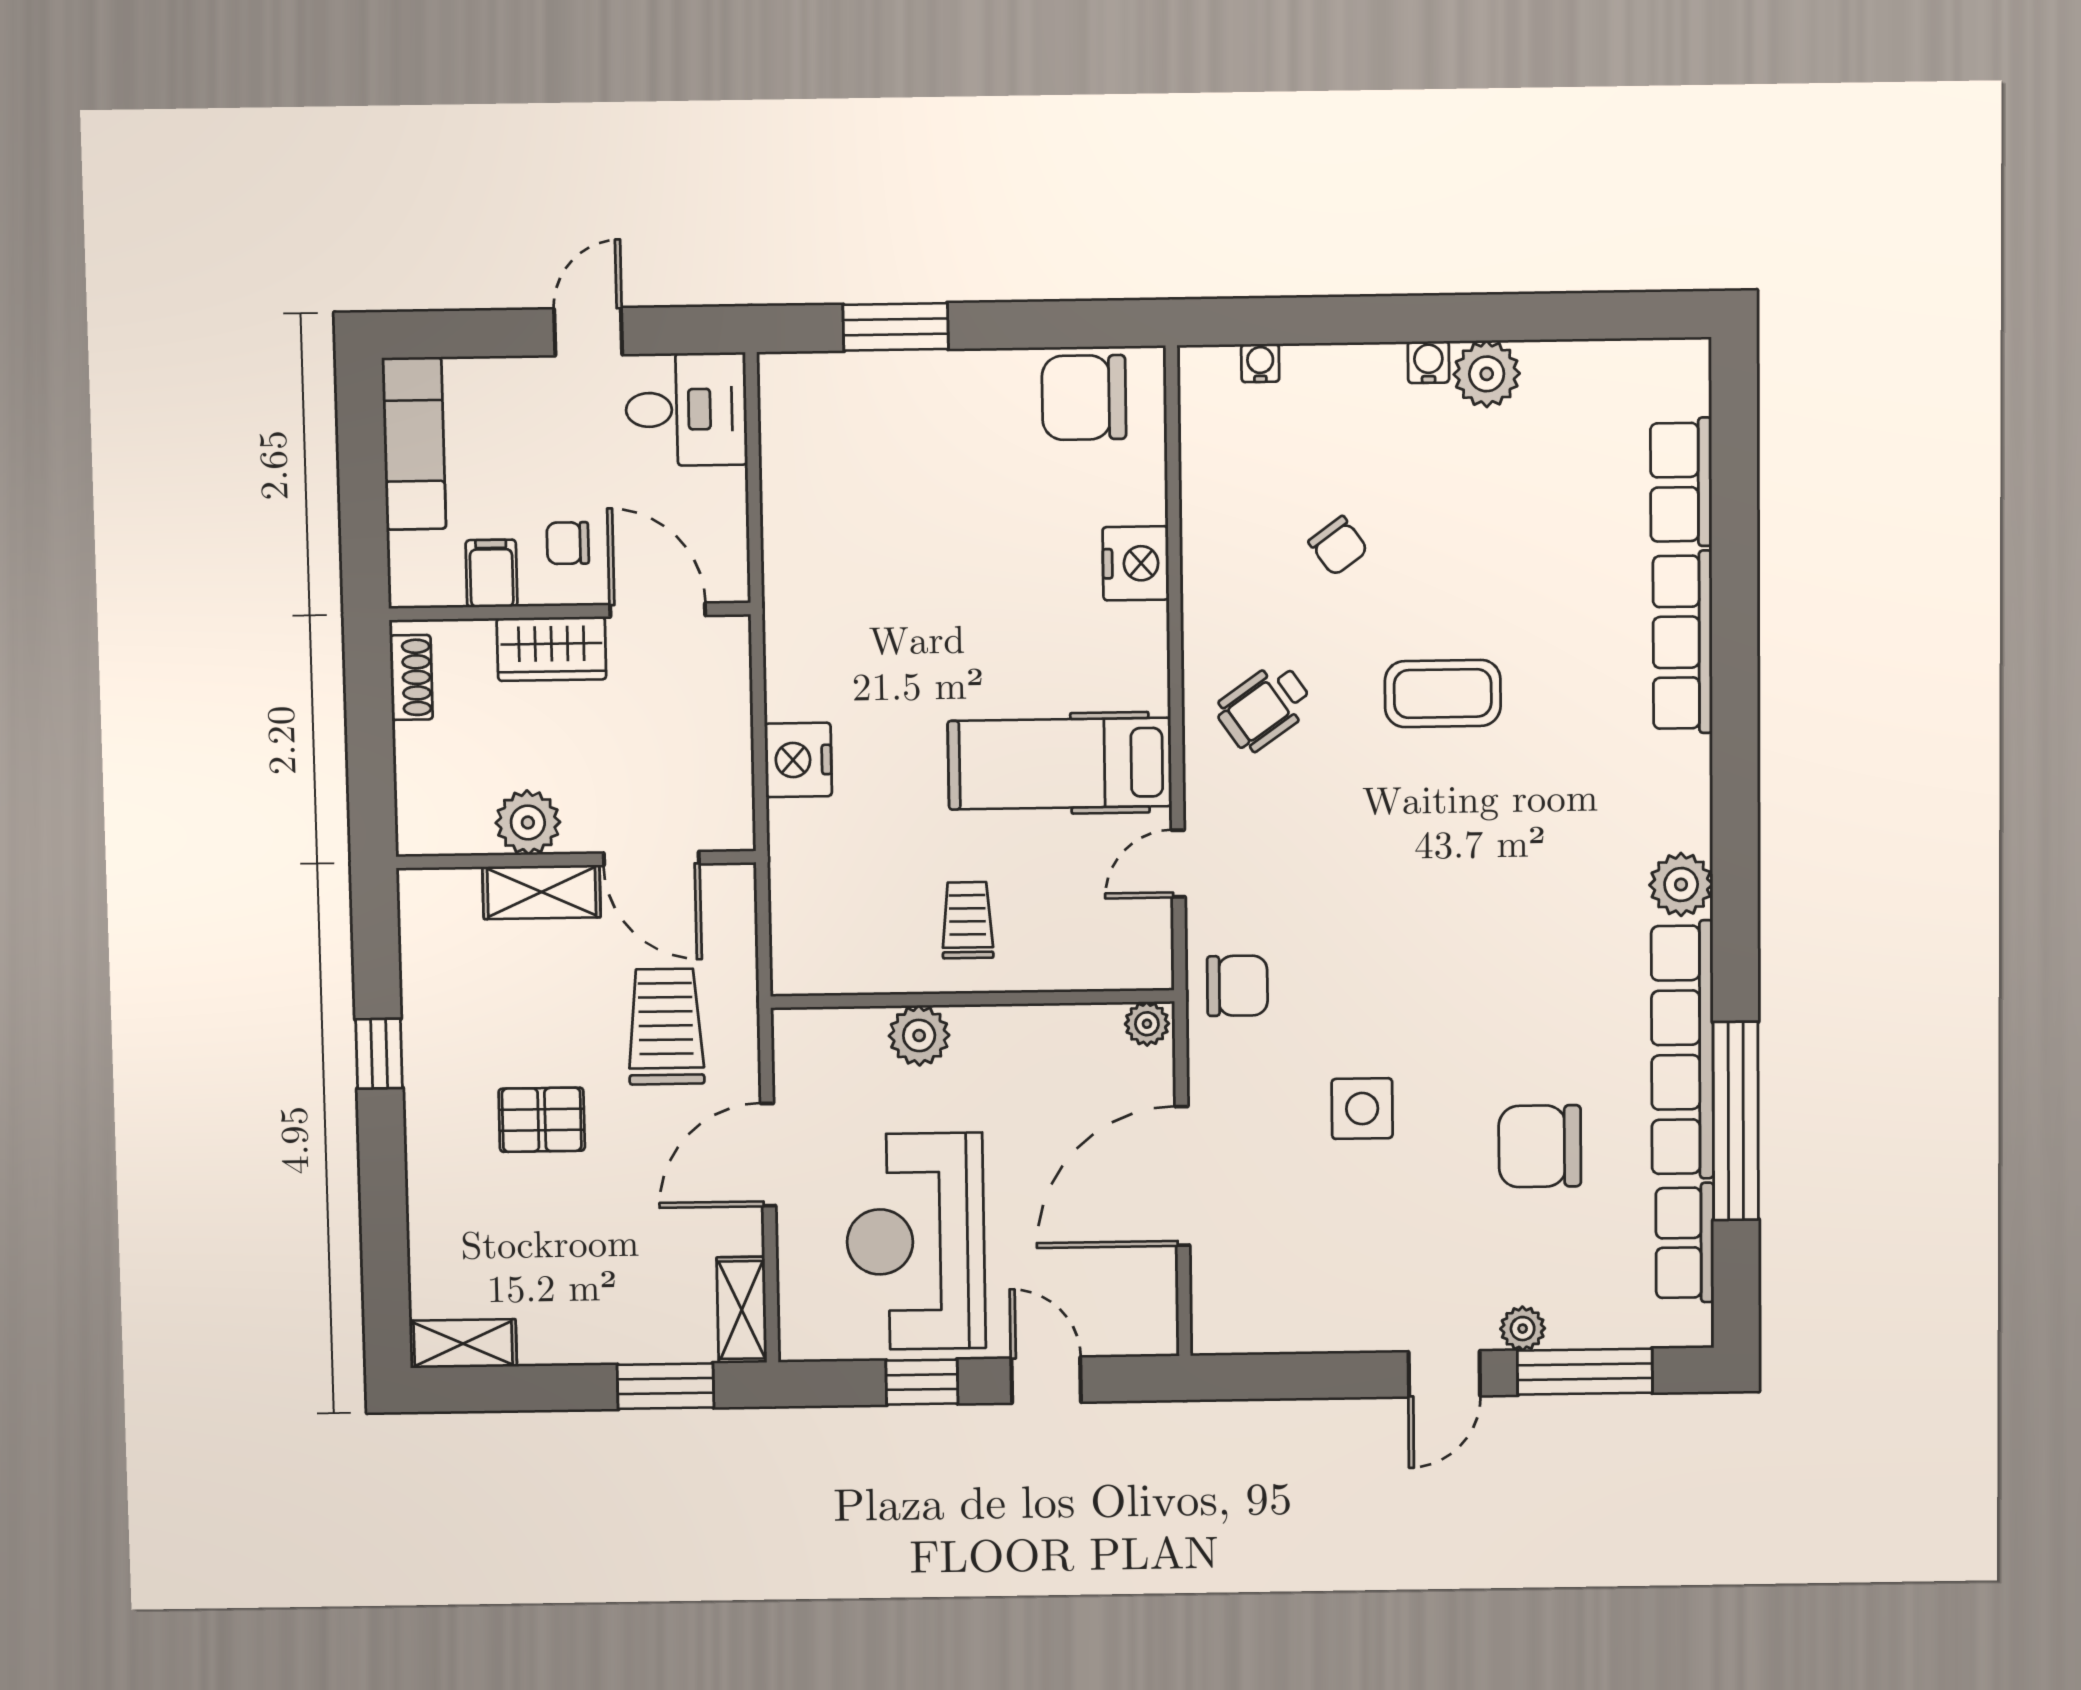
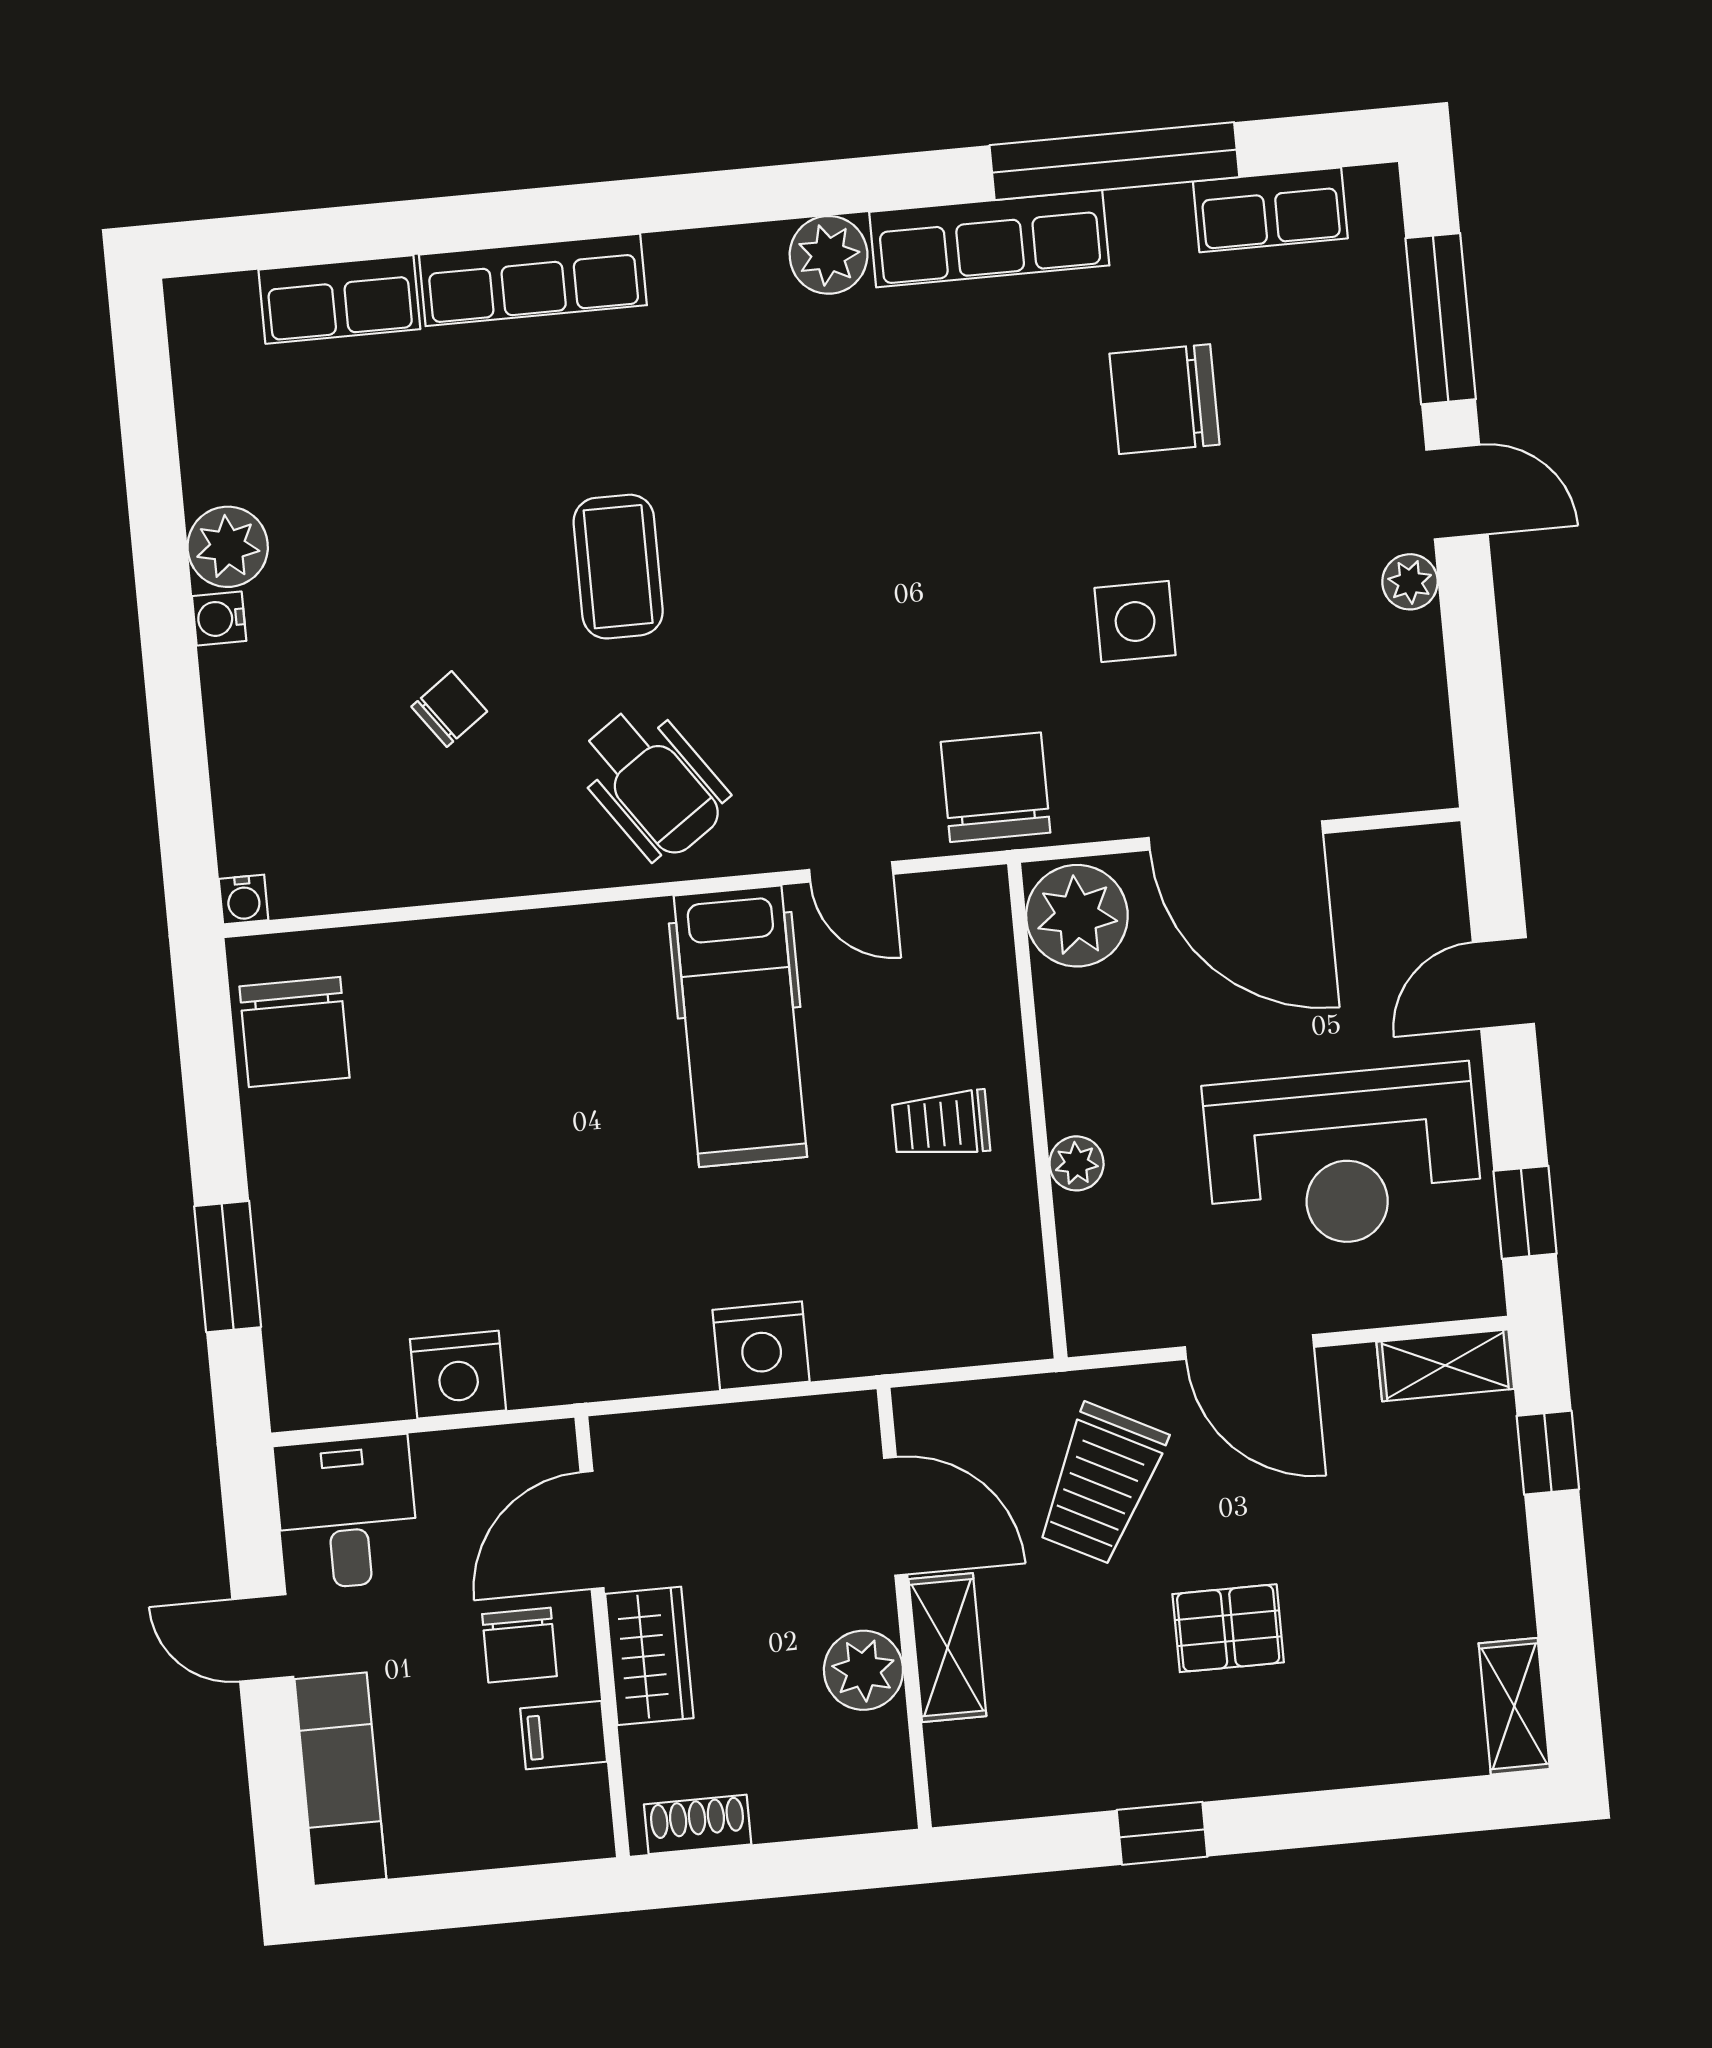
water cooler: (1260, 363) -> (244, 899), moved, turned -90
exam couch: (414, 443) -> (340, 1779), moved, turned 90
chair: (568, 543) -> (520, 1645), width x1.37, depth x1.37
nightstand: (1136, 563) -> (458, 1375), moved, turned 180
wheelchair: (1264, 707) -> (652, 783), width x1.36, depth x1.37
door: (651, 858) -> (896, 1516), hinge flipped
chair: (1237, 986) -> (996, 787), width x1.37, depth x1.37
plant: (1147, 1024) -> (1077, 916), width x1.88, depth x1.88
trolley: (666, 1027) -> (1101, 1484), turned -63
plant: (919, 1035) -> (1077, 1163), width x0.73, depth x0.73
row of seats: (1682, 1050) -> (989, 239), width x0.73
pallet: (542, 1120) -> (1228, 1628), turned 90
chair: (1540, 1146) -> (1165, 399), turned 90
plant: (1523, 1329) -> (1410, 582), moved
window: (922, 1382) -> (1525, 1212), moved
window: (666, 1386) -> (1548, 1453), width x0.67

